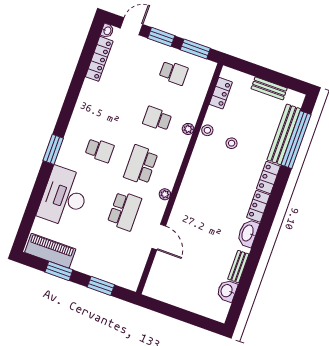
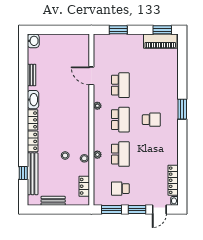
school desk: (157, 119) -> (120, 154), width x1.85
window: (296, 140) -> (23, 173), width x0.32
school desk: (100, 150) -> (151, 120), turned 180
desk: (64, 197) -> (164, 80), removed
school desk: (124, 211) -> (120, 85), turned 180
window: (59, 271) -> (162, 30), moved
washbasin: (227, 291) -> (33, 41), moved

